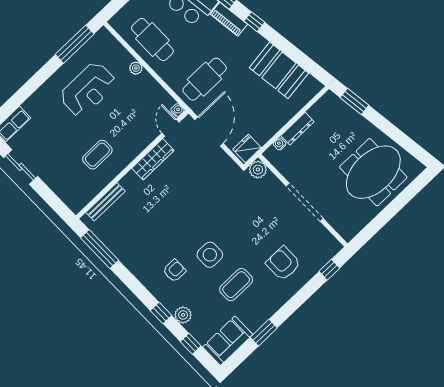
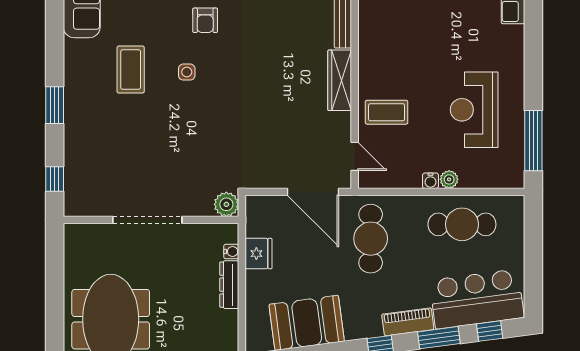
water cooler: (177, 110) -> (430, 181), moved
fridge: (247, 148) -> (259, 254), moved
coffee table: (97, 155) -> (387, 112), moved, turned 90
wardrobe: (153, 159) -> (340, 80), moved
side table: (210, 255) -> (187, 72), width x0.54, depth x0.54
armchair: (283, 263) -> (106, 138), removed
window: (264, 333) -> (55, 105), moved

